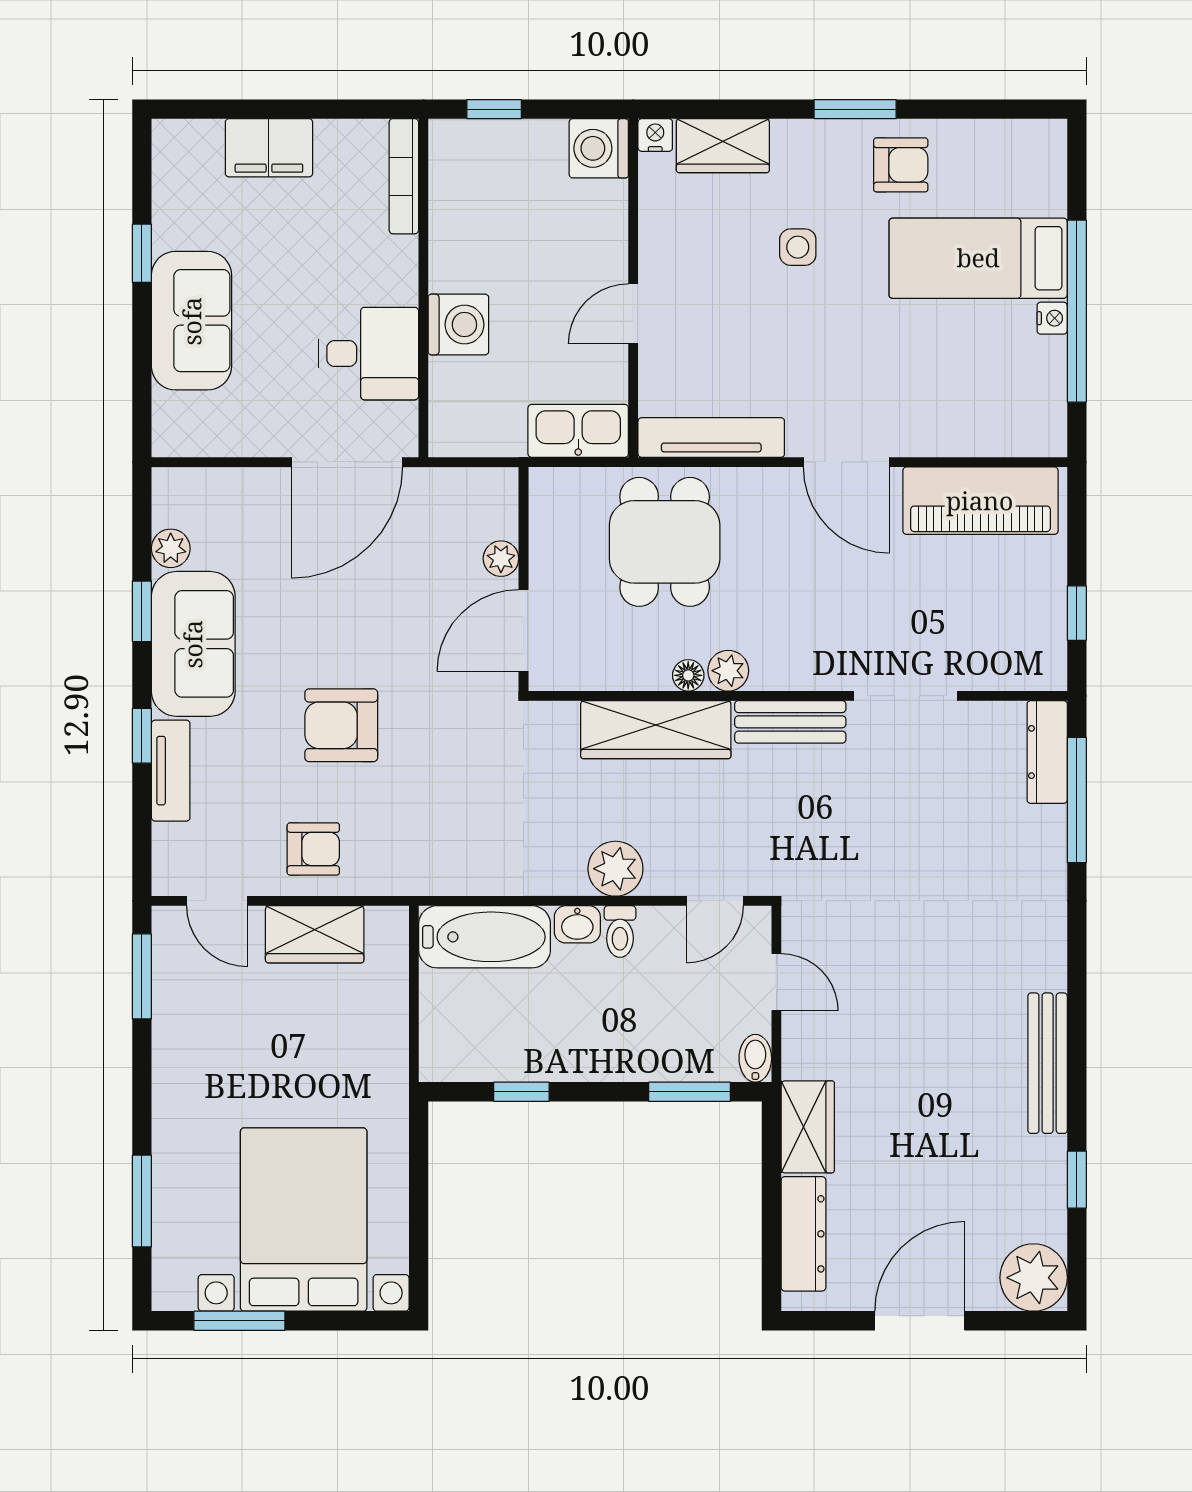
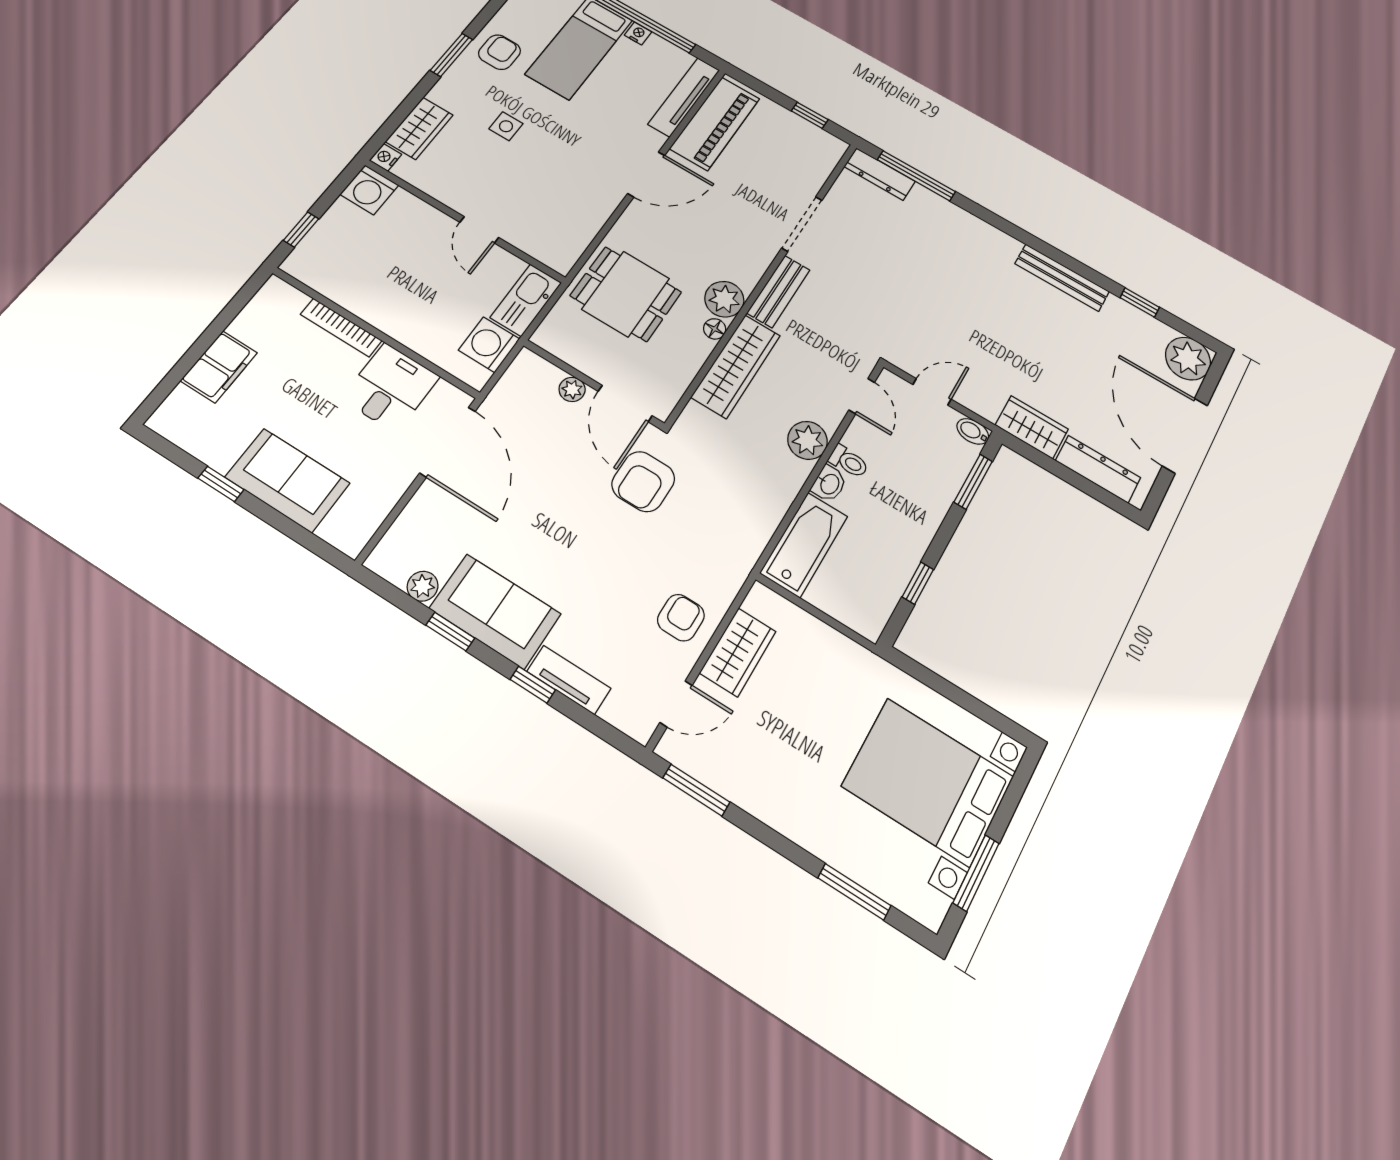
bookcase: (404, 176) -> (341, 328), moved
washing machine: (458, 325) -> (489, 345), moved, turned -90
tv unit: (711, 438) -> (684, 97), moved
plant: (728, 671) -> (724, 299), width x1.38, depth x1.38
armchair: (341, 725) -> (643, 482), moved
door: (920, 1321) -> (1185, 436), width x1.36

